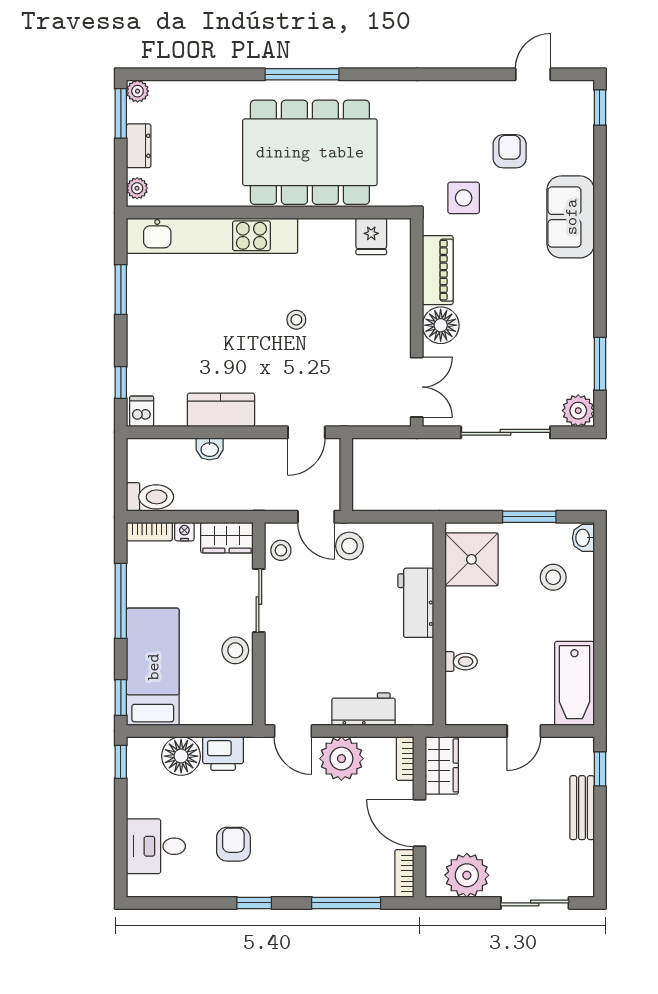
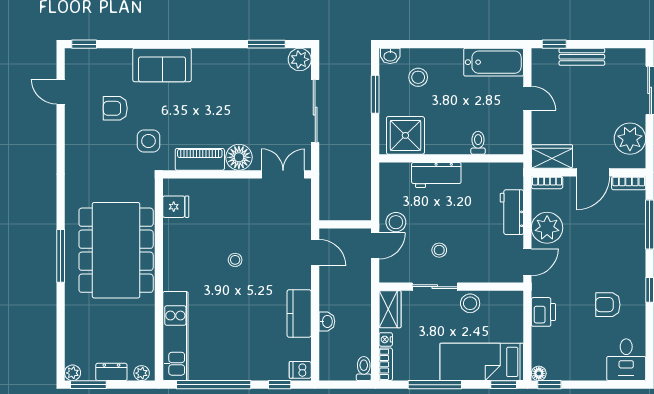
kitchen unit: (212, 236) -> (175, 336), width x0.73
window: (121, 290) -> (214, 385), width x2.11
toilet: (150, 497) -> (364, 369), width x0.73, depth x0.72
stool: (281, 550) -> (439, 250), moved
floor lamp: (181, 756) -> (539, 373), moved, width x0.53, depth x0.53
desk: (156, 846) -> (626, 360), moved

